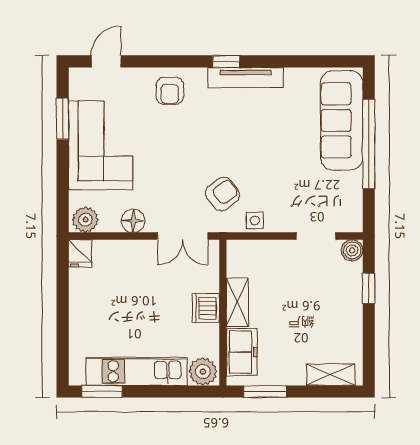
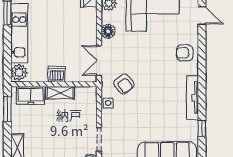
window: (226, 61) -> (202, 128), moved

